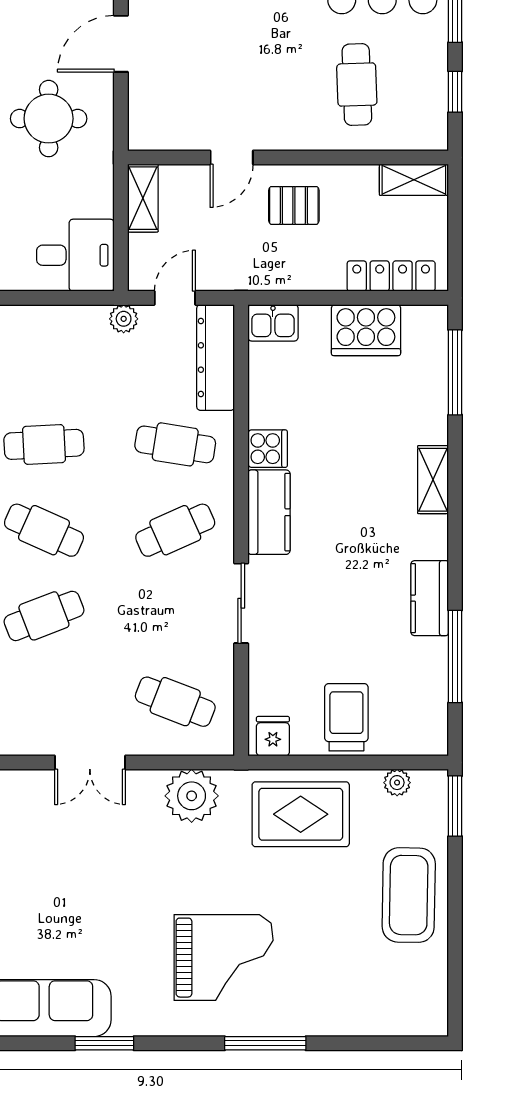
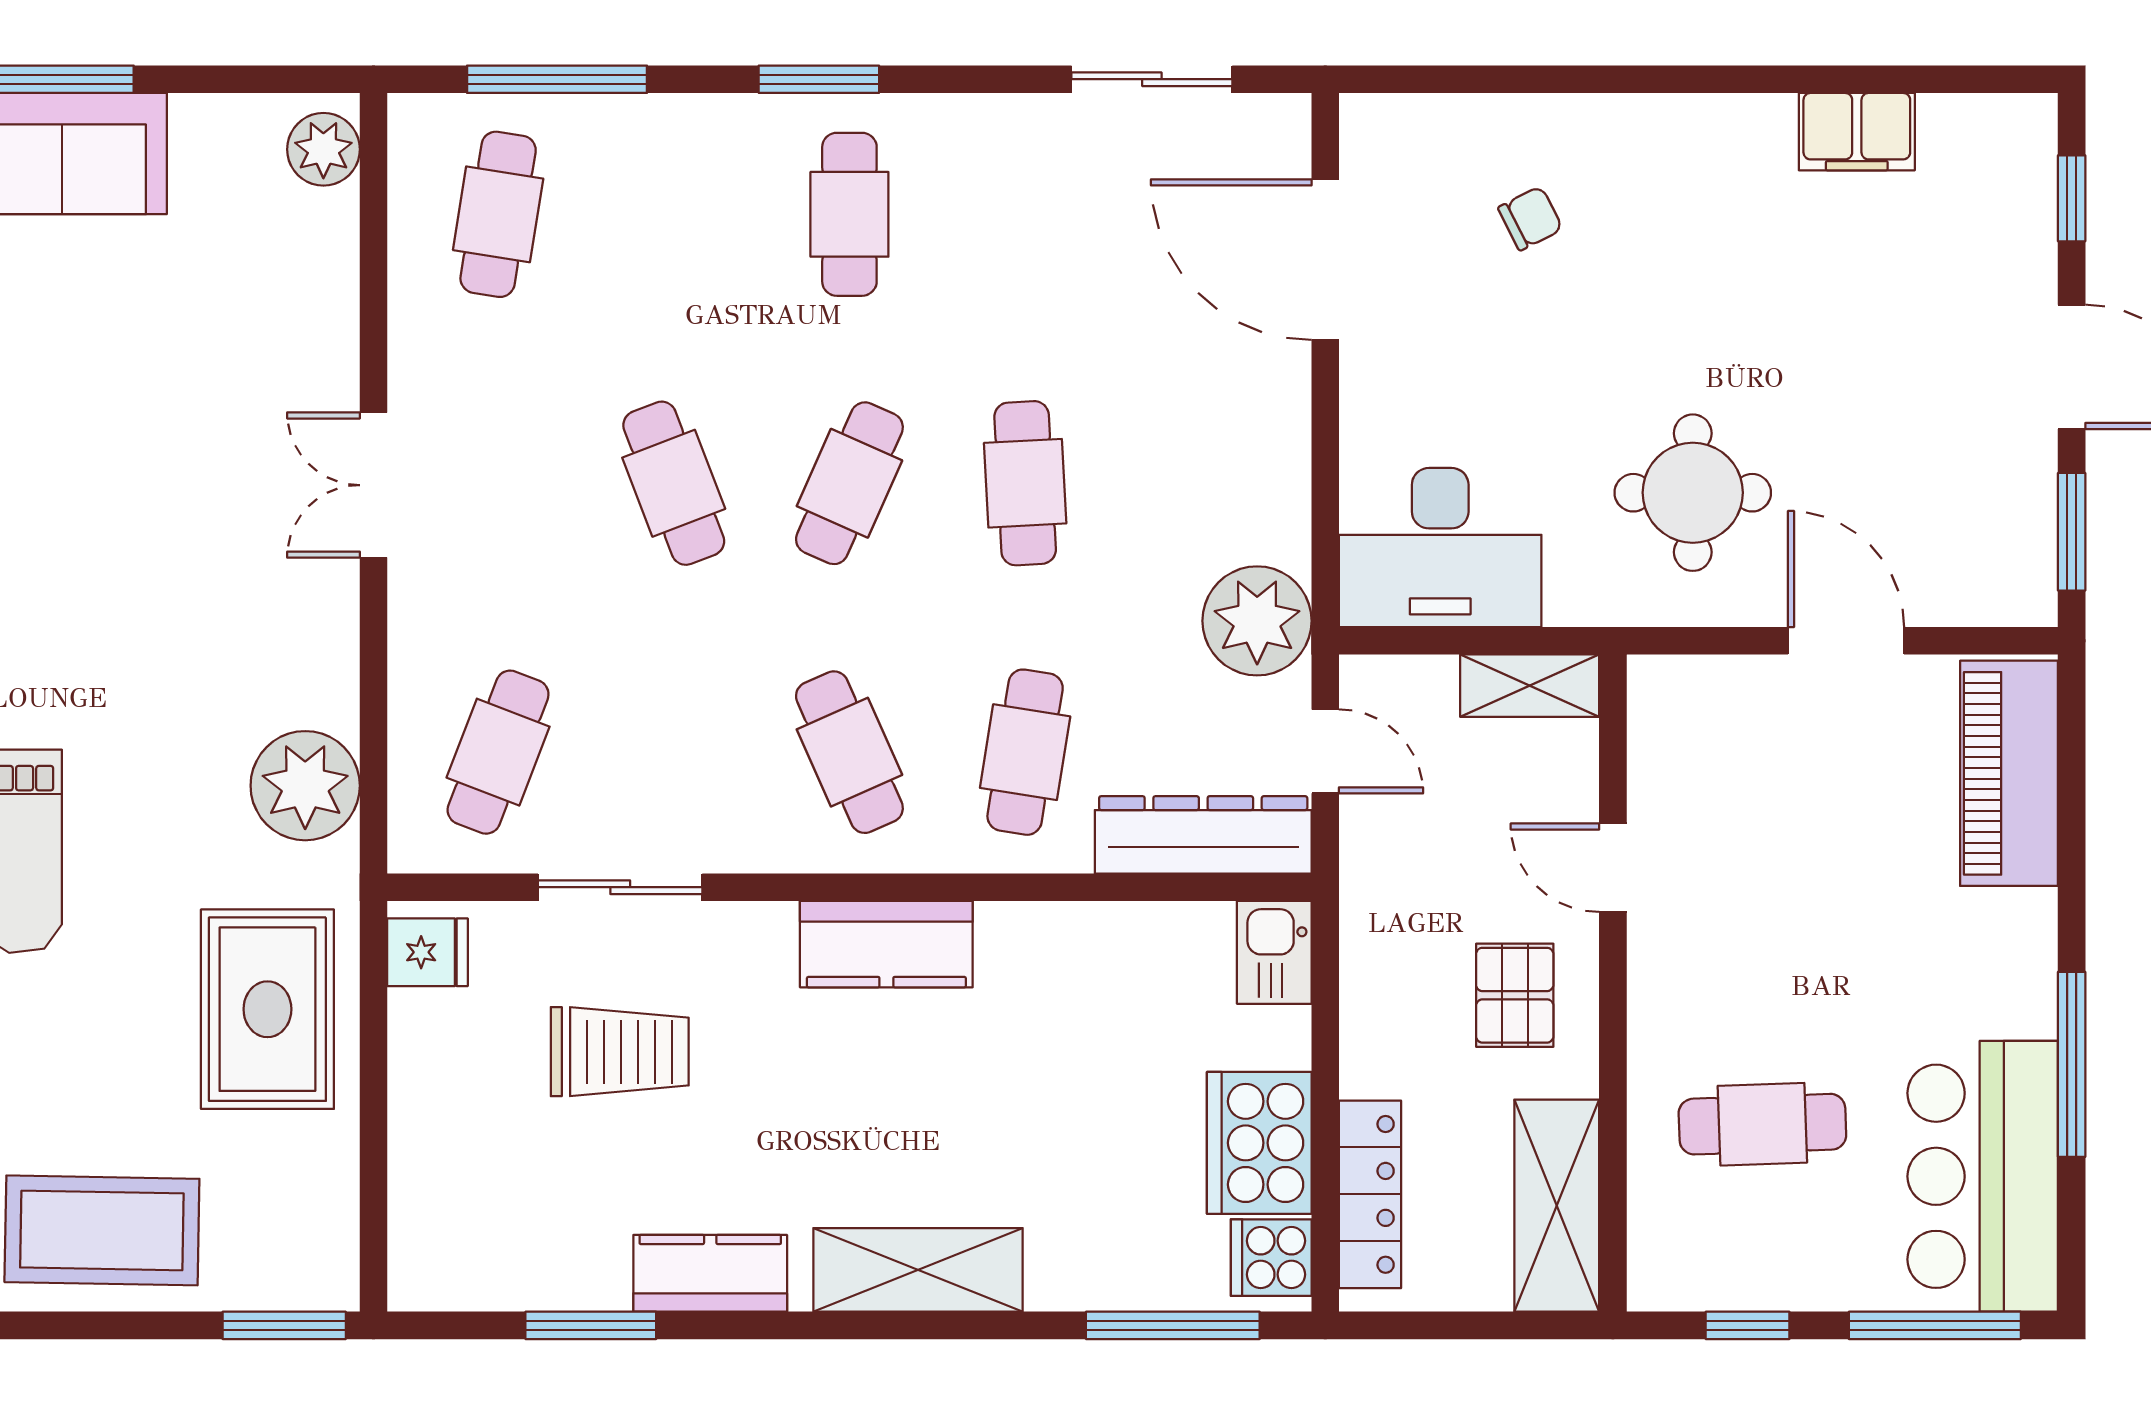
shelving: (414, 180) -> (1557, 1206), width x1.50, depth x1.33
desk: (75, 255) -> (1440, 547), width x1.37
plant: (124, 319) -> (1257, 621), width x1.88, depth x1.88
cooker: (268, 449) -> (1271, 1258), moved, turned 90
shelving: (433, 480) -> (918, 1270), width x1.50, depth x1.33
sliding door: (241, 603) -> (620, 887), moved
window: (455, 656) -> (591, 1325), width x0.69
trolley: (346, 717) -> (620, 1052), moved
double door: (90, 762) -> (374, 485), moved
plant: (397, 783) -> (332, 1207), removed

